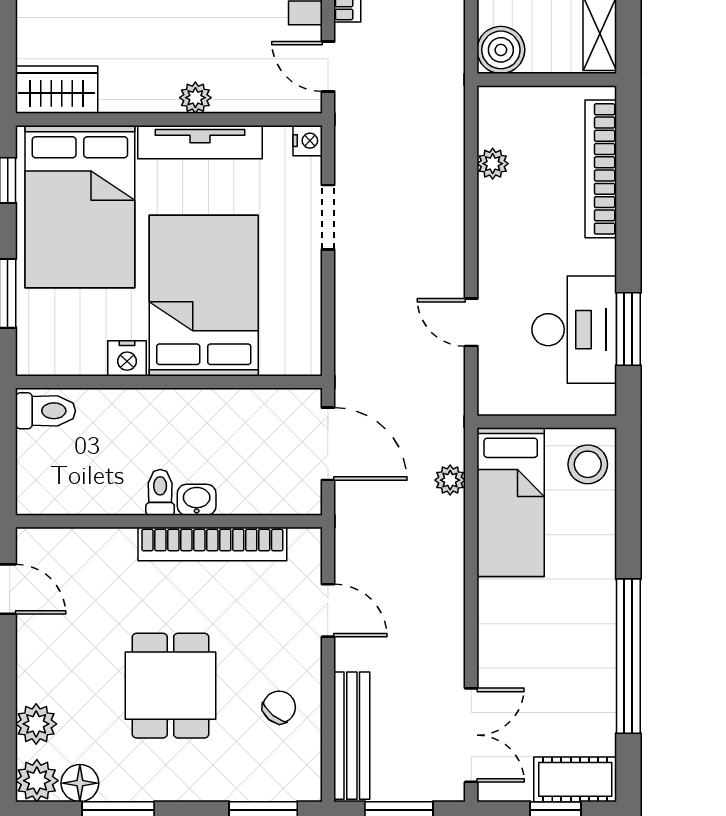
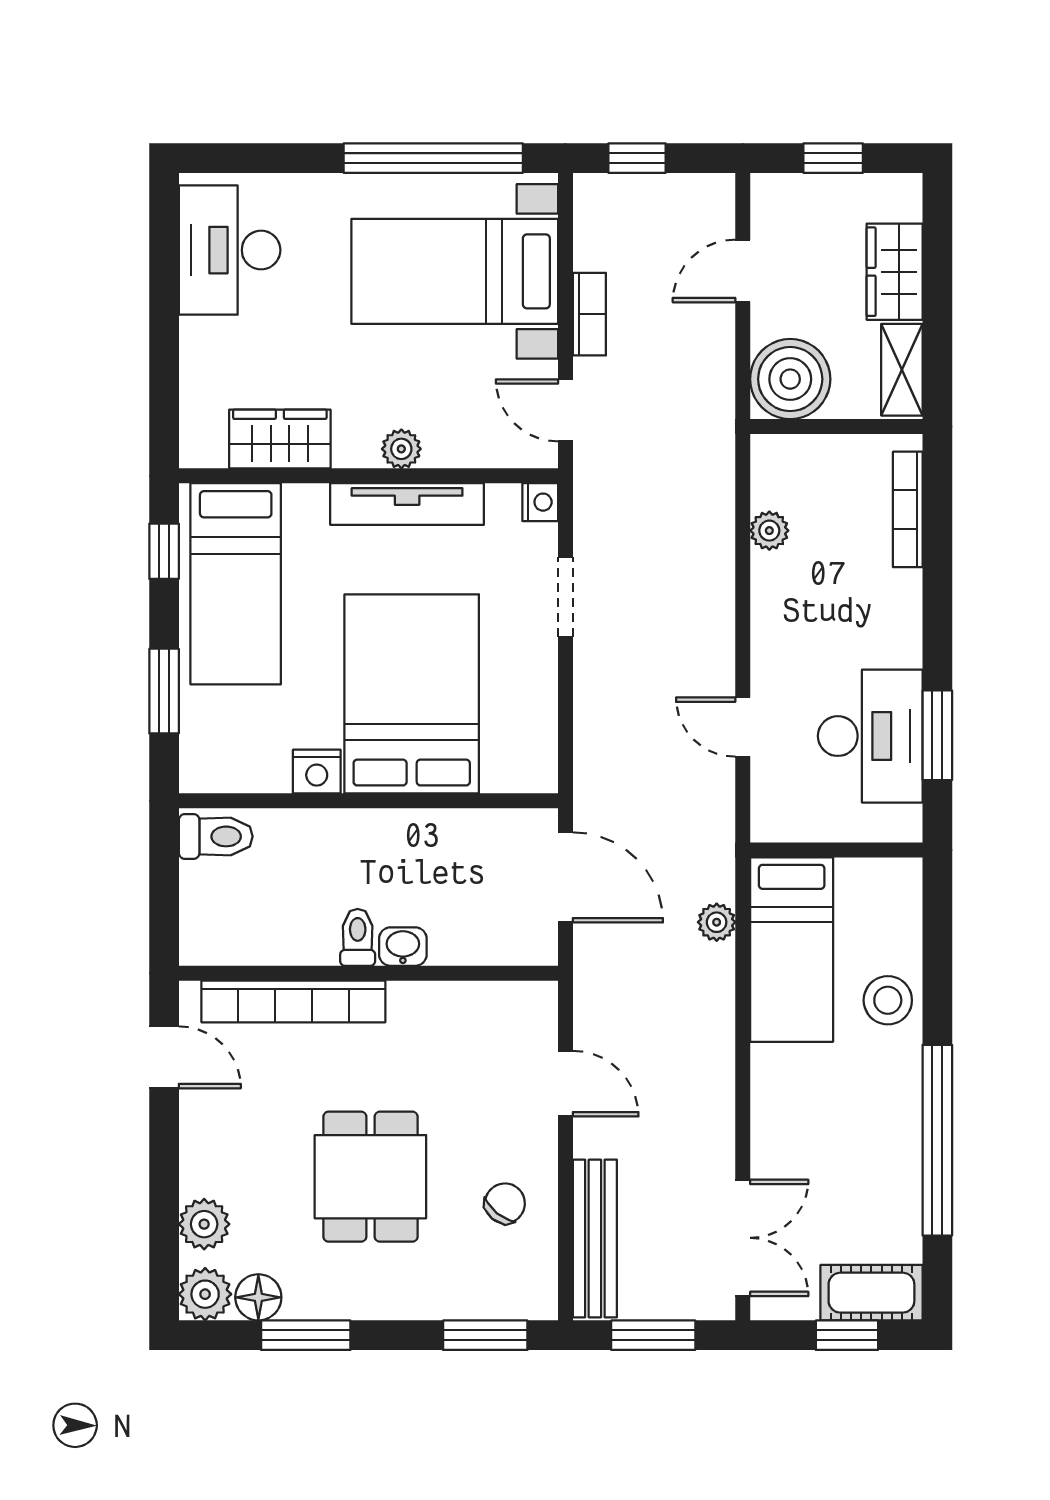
boiler: (501, 50) -> (790, 379), width x1.37, depth x1.37
wardrobe: (57, 90) -> (280, 439), moved
bookcase: (601, 169) -> (908, 509), width x0.68, depth x0.76
bed: (80, 207) -> (236, 584), width x0.67
stool: (588, 464) -> (888, 1000), moved
bookcase: (212, 544) -> (293, 1001), moved

